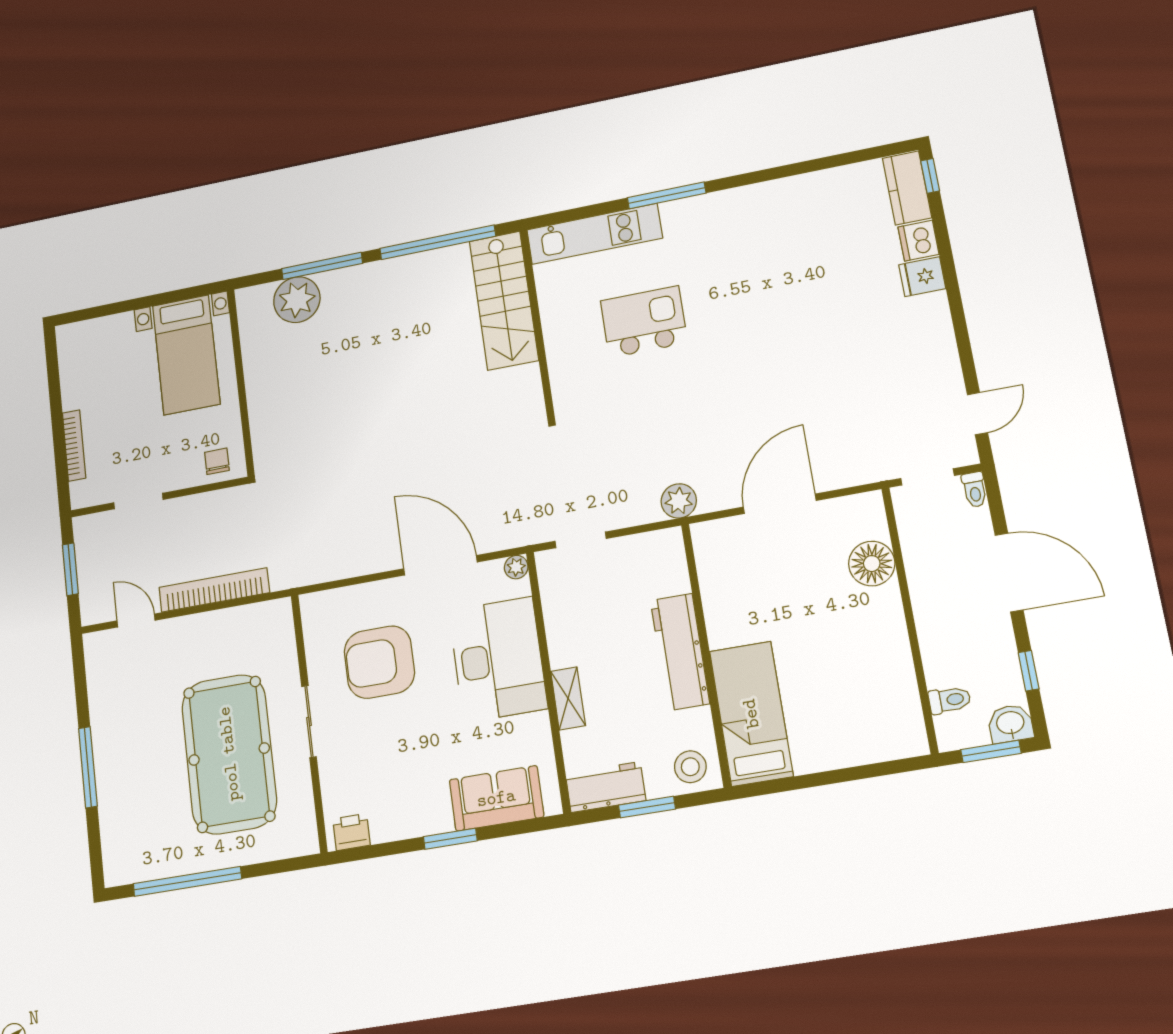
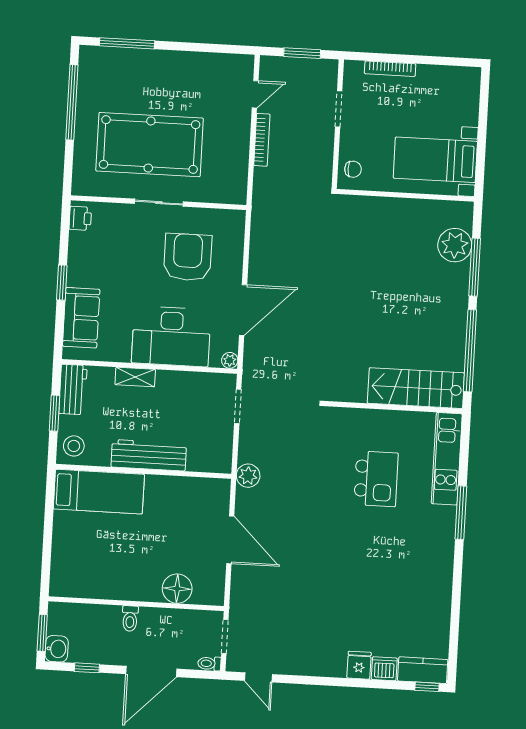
bookcase: (214, 590) -> (262, 140), width x0.68, depth x0.76
toilet: (950, 700) -> (130, 619), moved
window: (88, 767) -> (127, 43), moved

